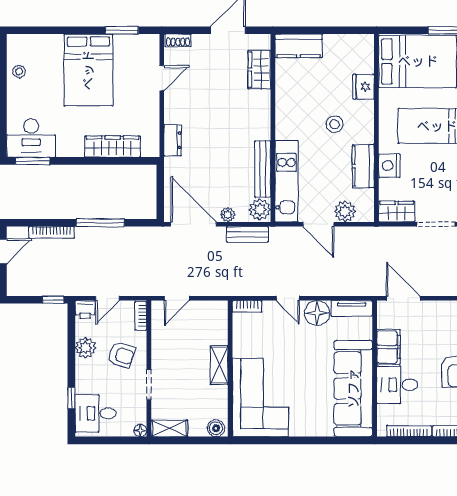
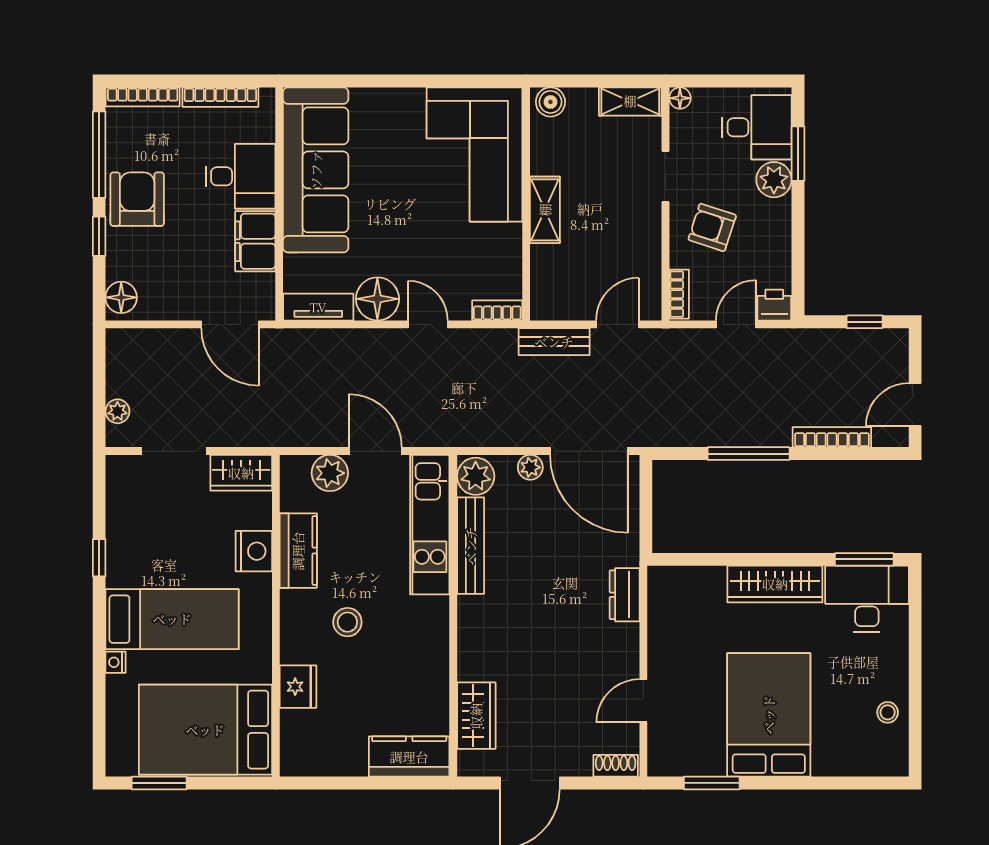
wardrobe: (113, 146) -> (775, 584), moved
bench: (248, 234) -> (554, 342), moved
window: (53, 300) -> (865, 322), moved
plant: (85, 348) -> (774, 180), moved
window: (71, 398) -> (798, 154), width x1.50

